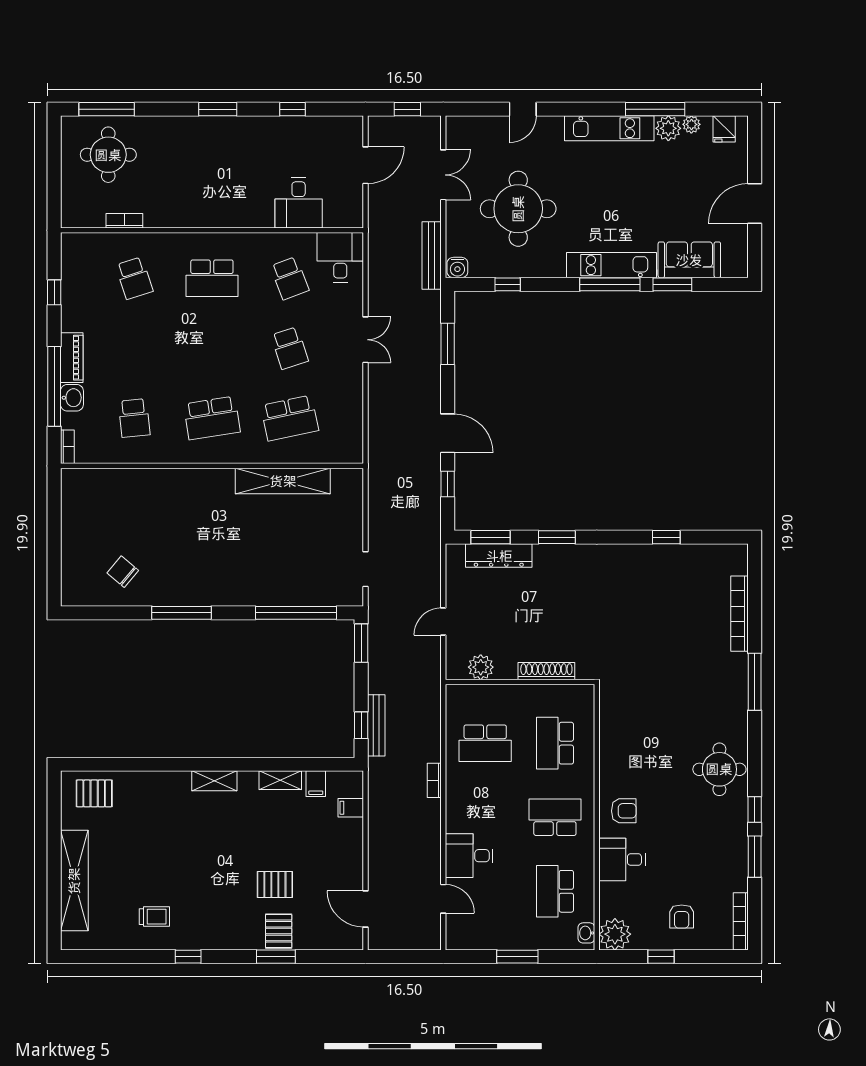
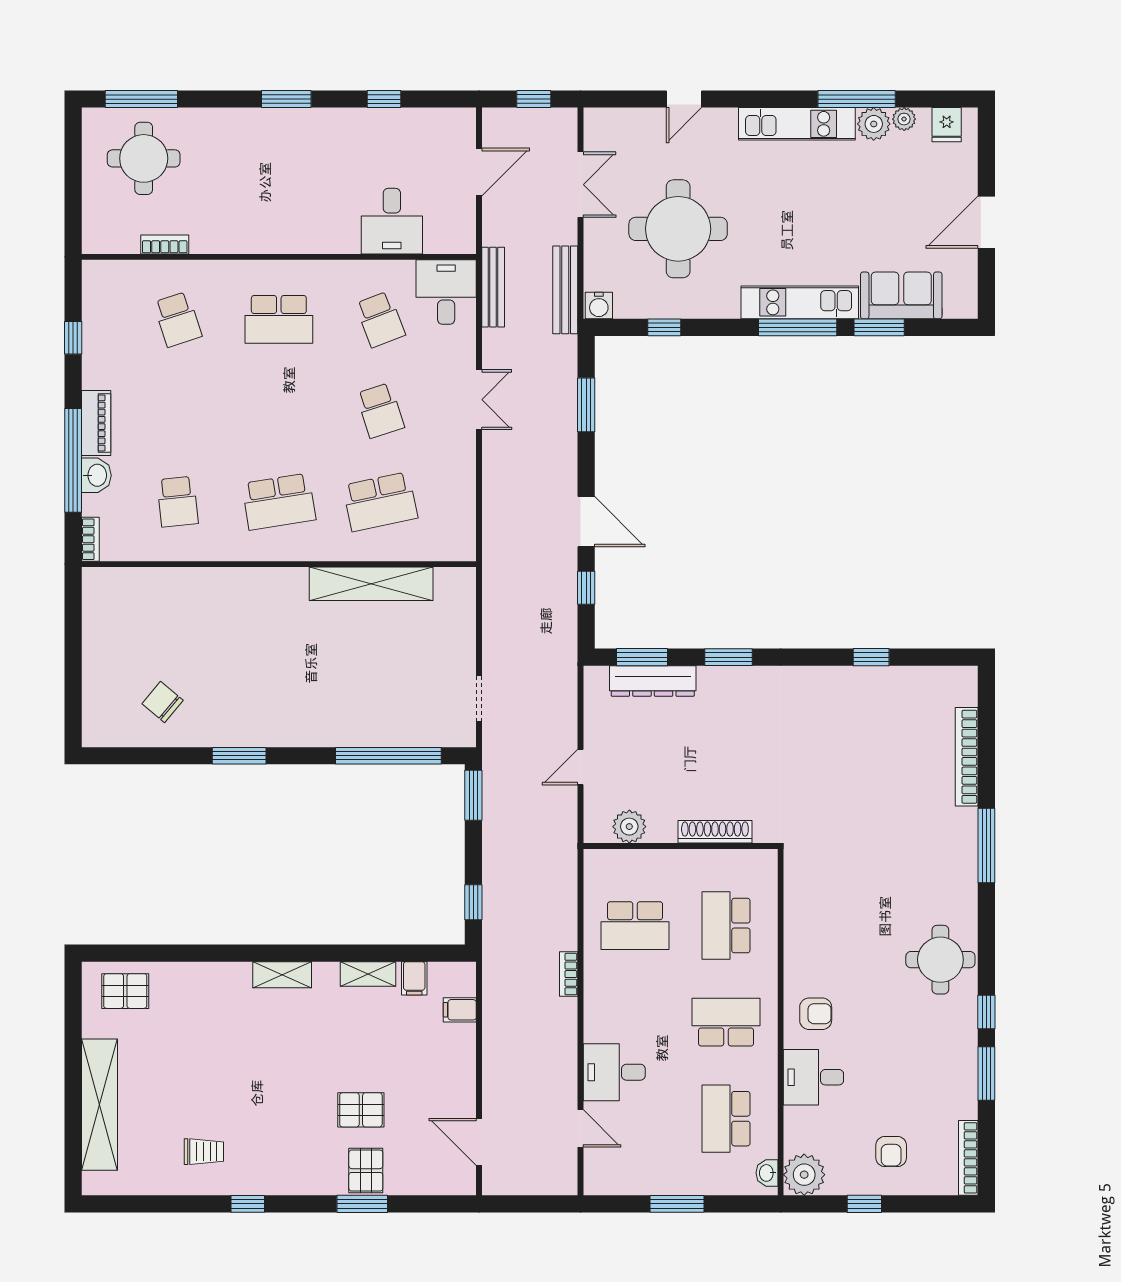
window: (181, 613) -> (239, 756), width x0.69
bench: (376, 725) -> (493, 287), moved

